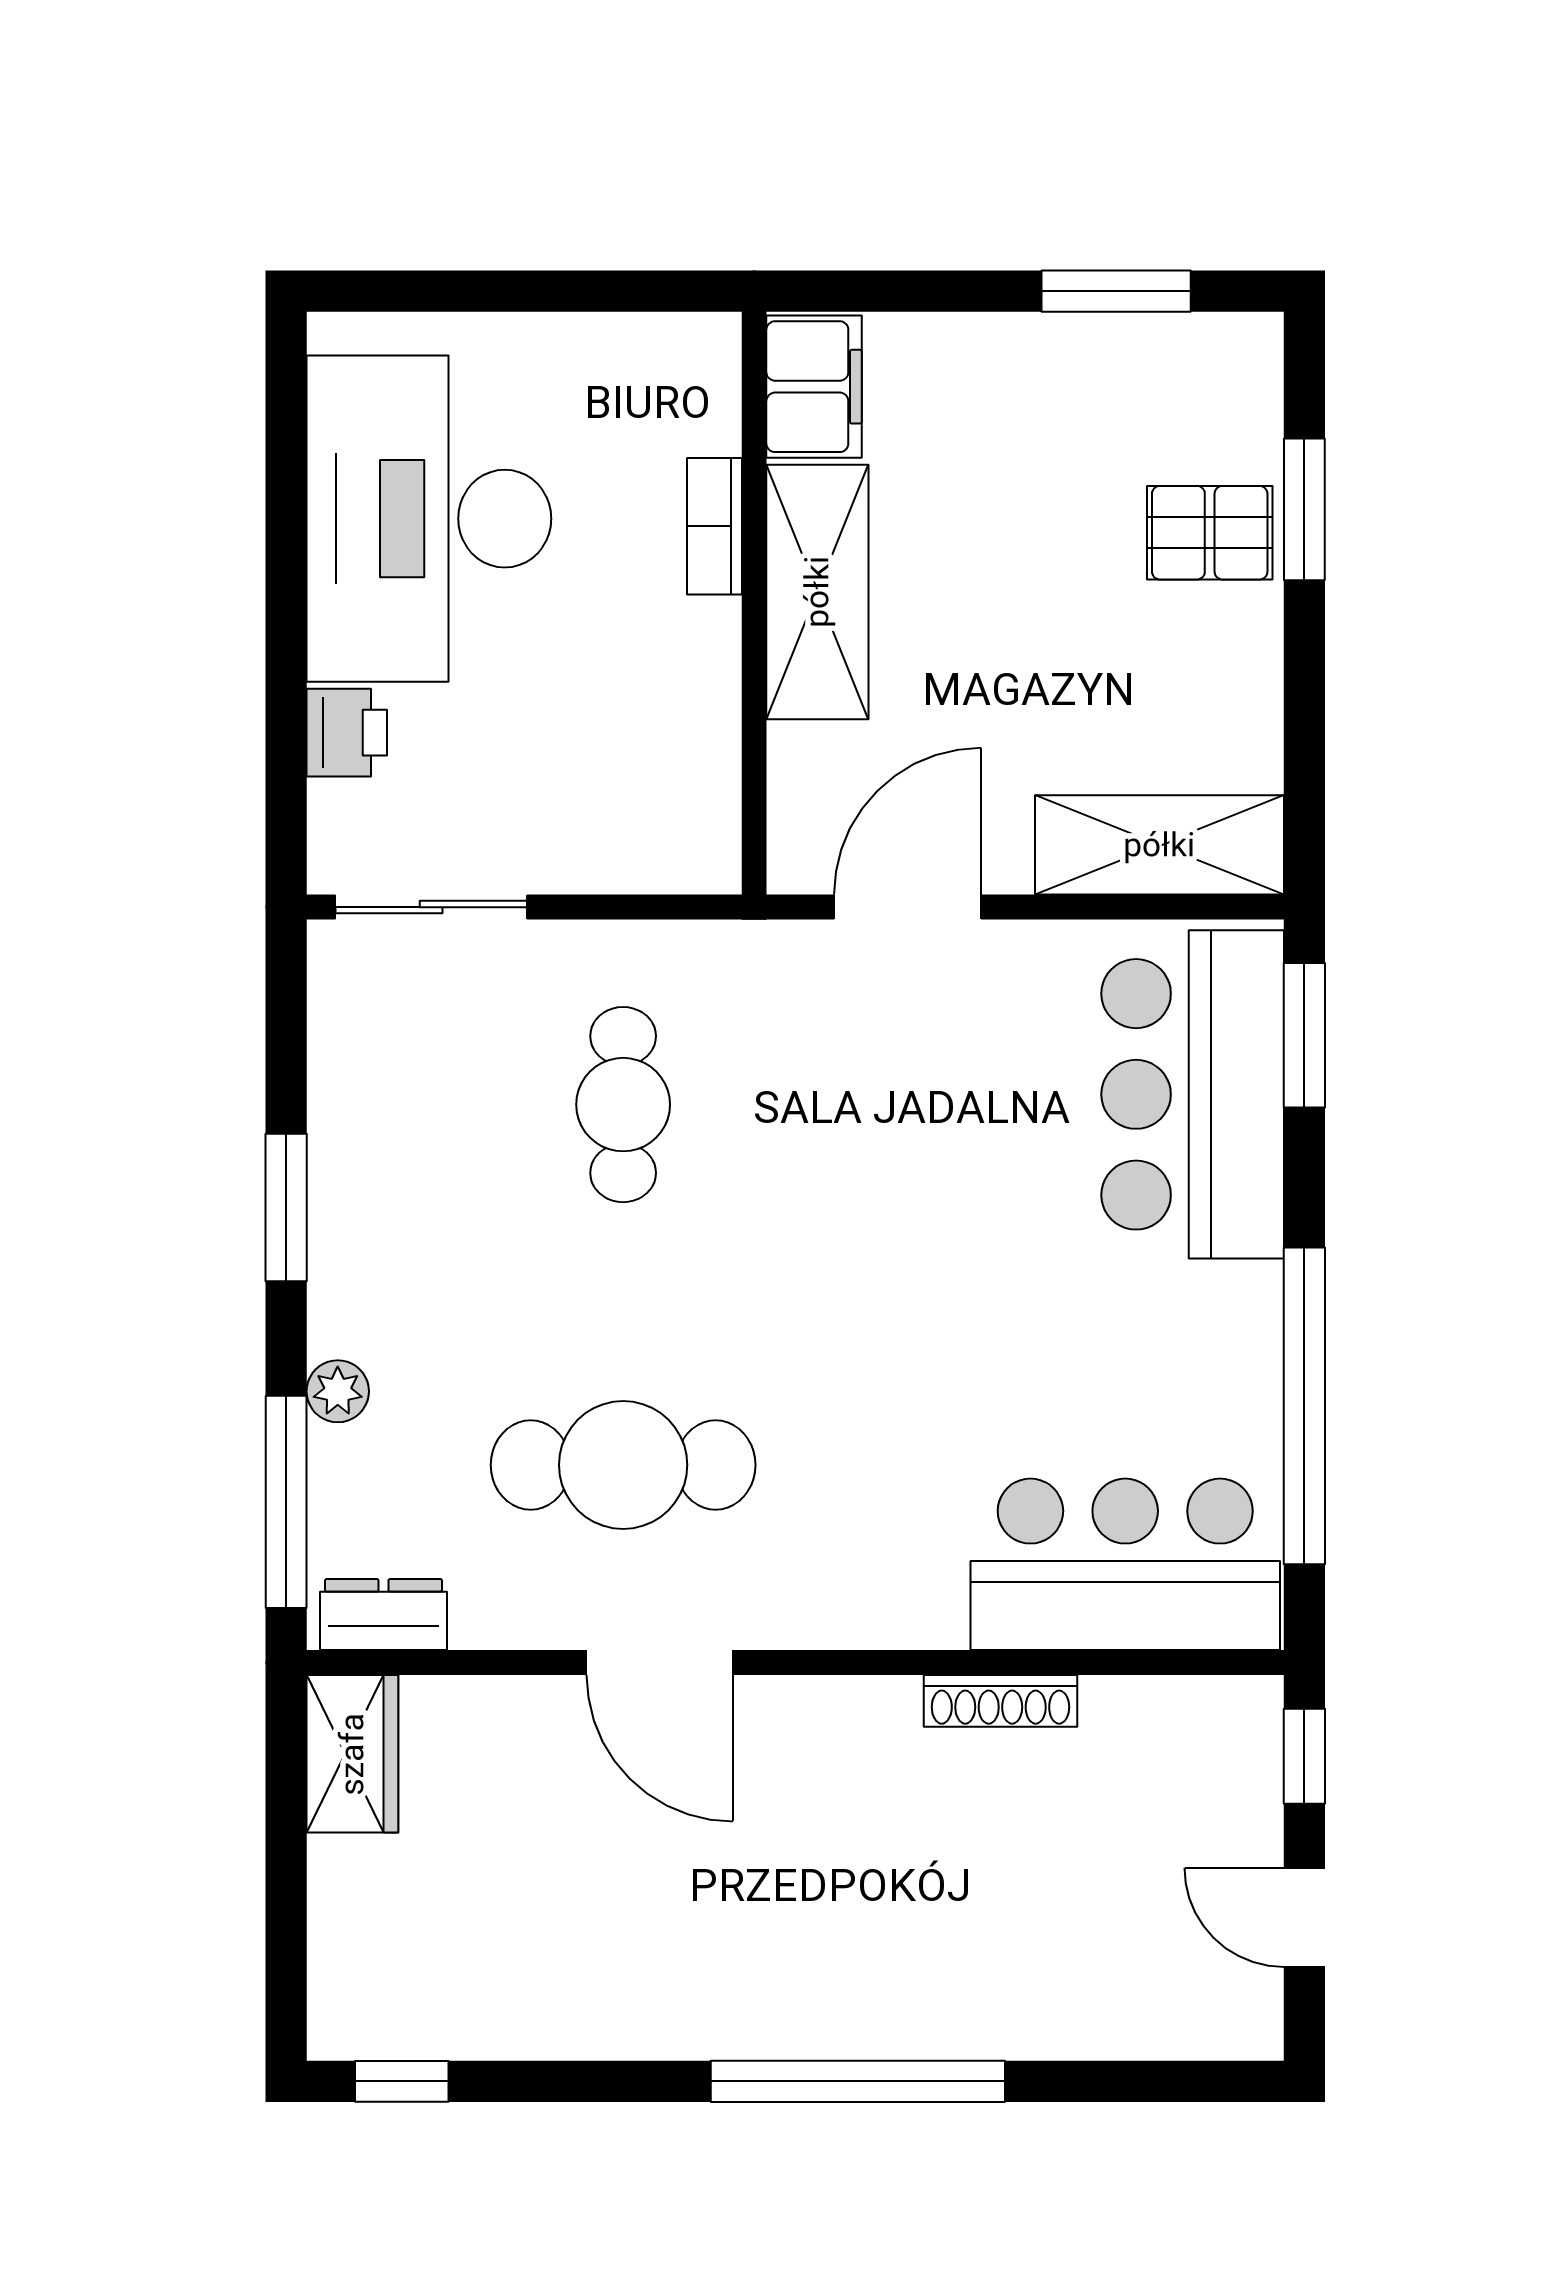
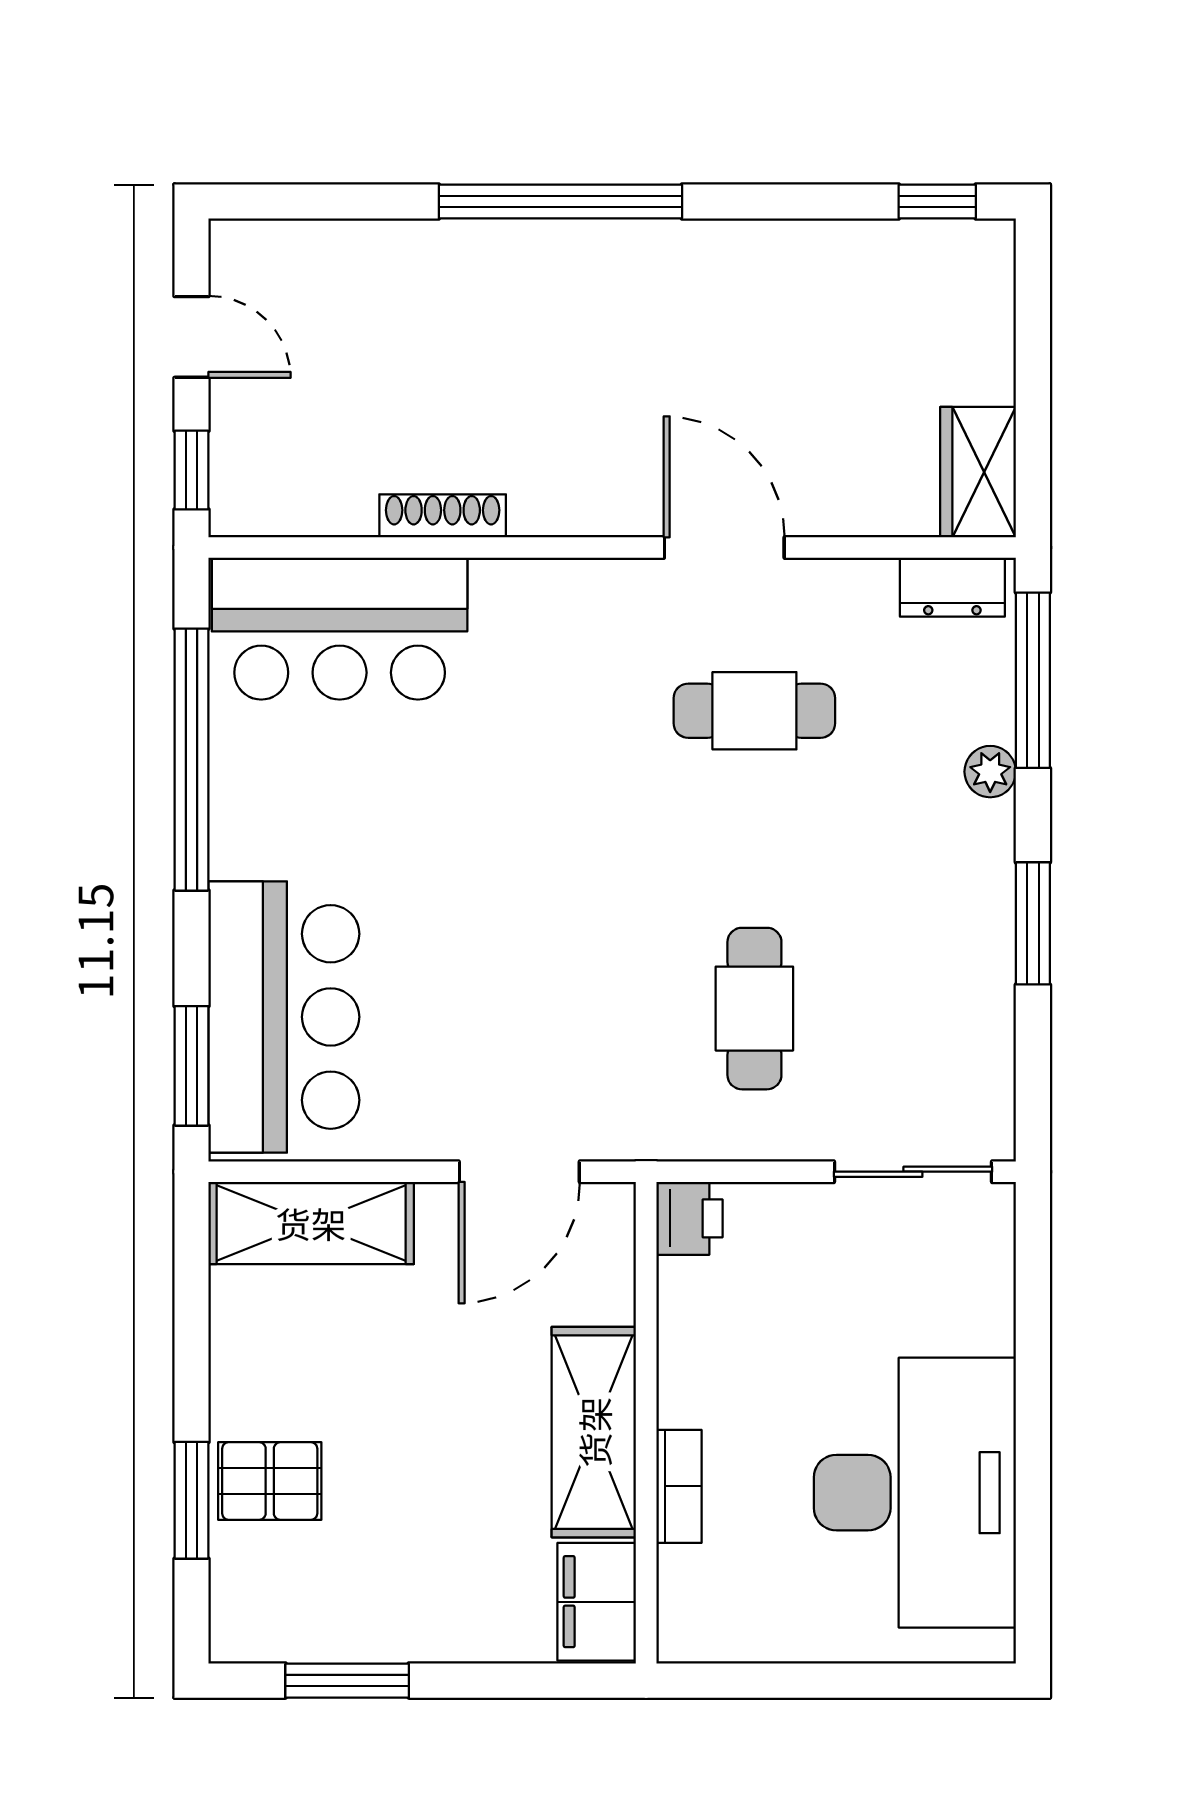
printer: (347, 733) -> (689, 1218), moved, turned 180
cafe table: (623, 1465) -> (754, 711), width x0.73, depth x0.74

